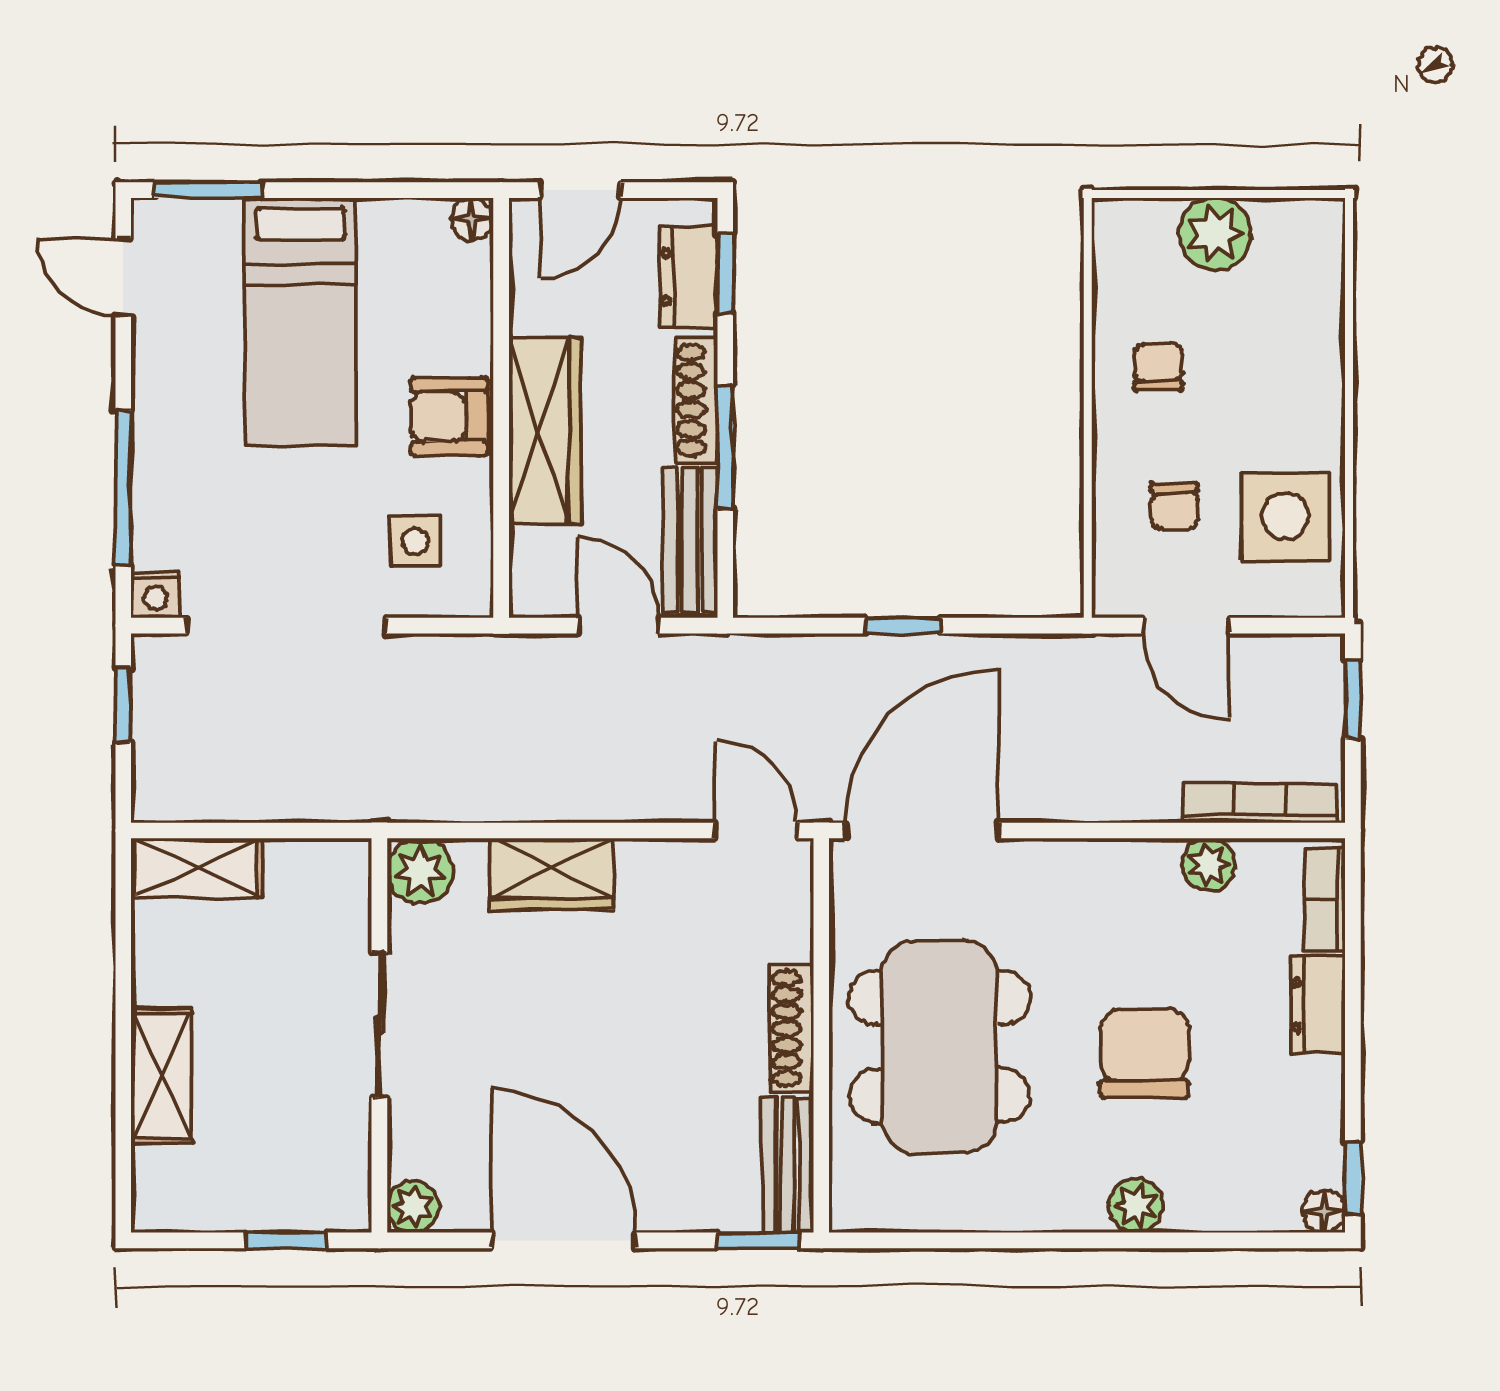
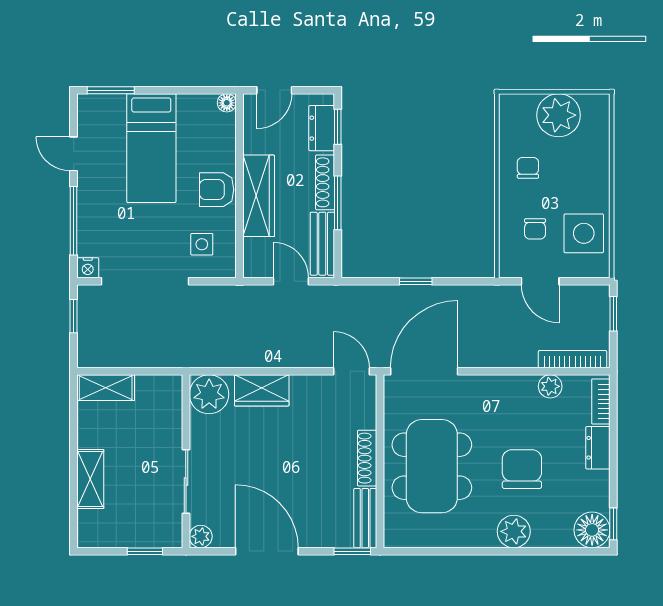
plant: (1215, 234) -> (559, 115), width x1.36, depth x1.36
door: (123, 277) -> (74, 154), moved
plant: (420, 871) -> (209, 394), width x1.36, depth x1.36
sliding door: (379, 1025) -> (186, 481), moved
plant: (1136, 1206) -> (514, 531), width x1.38, depth x1.38
floor lamp: (1324, 1211) -> (592, 530), width x1.89, depth x1.89

